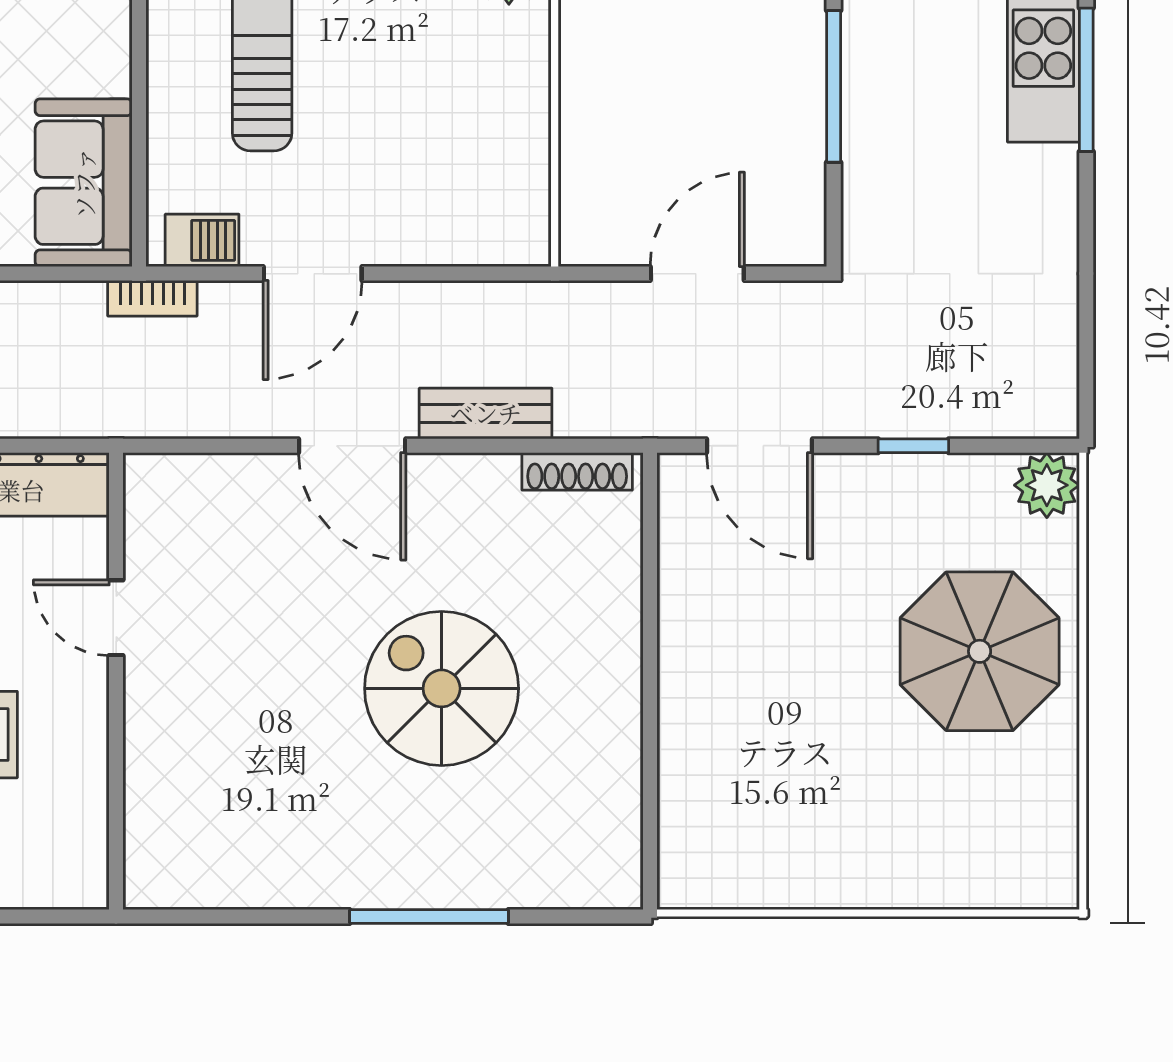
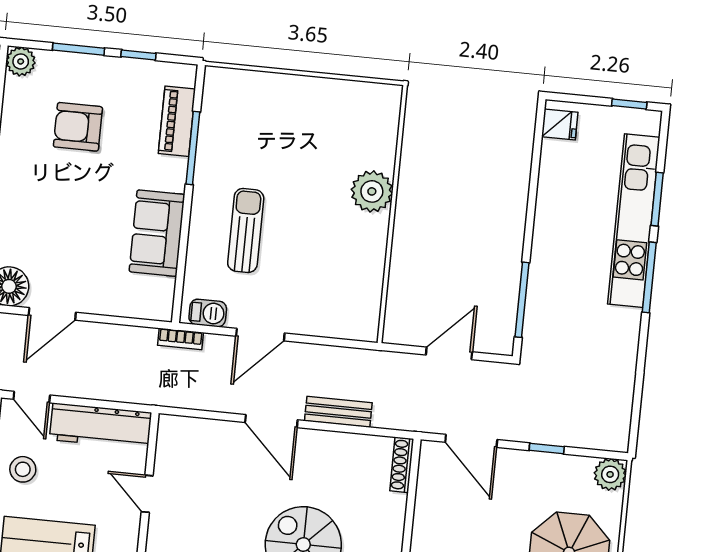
window: (834, 86) -> (522, 300), moved
sofa: (84, 183) -> (157, 233), moved
shoe rack: (577, 471) -> (402, 465), moved, turned 90

